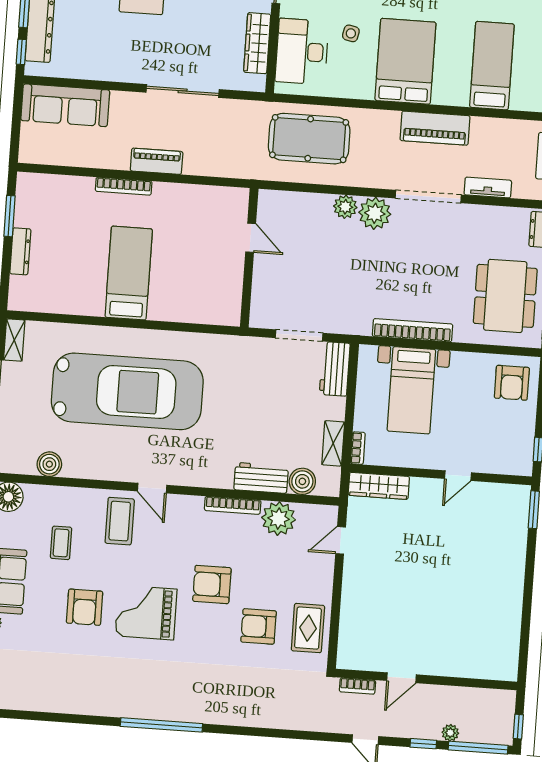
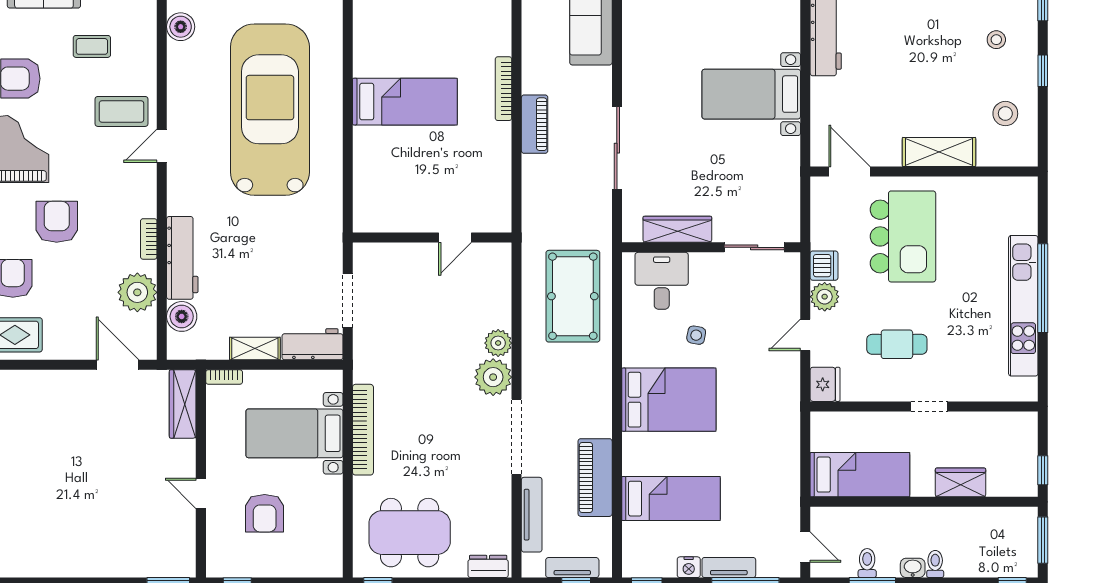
desk: (302, 52) -> (662, 281), width x0.73
piano: (435, 128) -> (595, 478), moved
tv unit: (488, 188) -> (532, 515), width x1.41
armchair: (512, 383) -> (265, 513), moved, turned -90
car: (127, 391) -> (270, 110), turned 180
shelving: (333, 443) -> (255, 349), moved
workbench: (261, 478) -> (182, 258), width x1.38
bookcase: (233, 505) -> (149, 239), width x0.64
door: (341, 540) -> (118, 365), width x1.38

